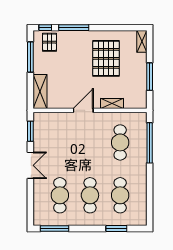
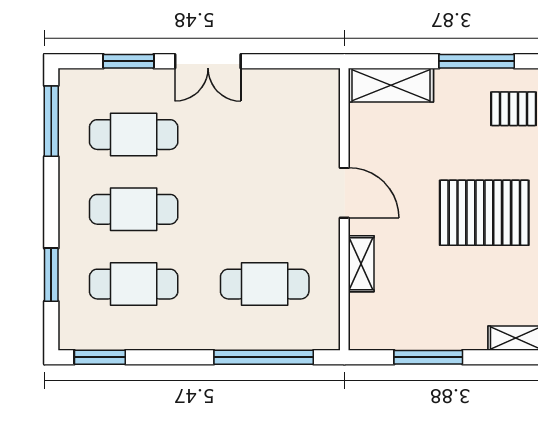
pallet: (106, 58) -> (484, 213), moved
window: (30, 131) -> (129, 61), moved
window: (150, 209) -> (100, 357), added

